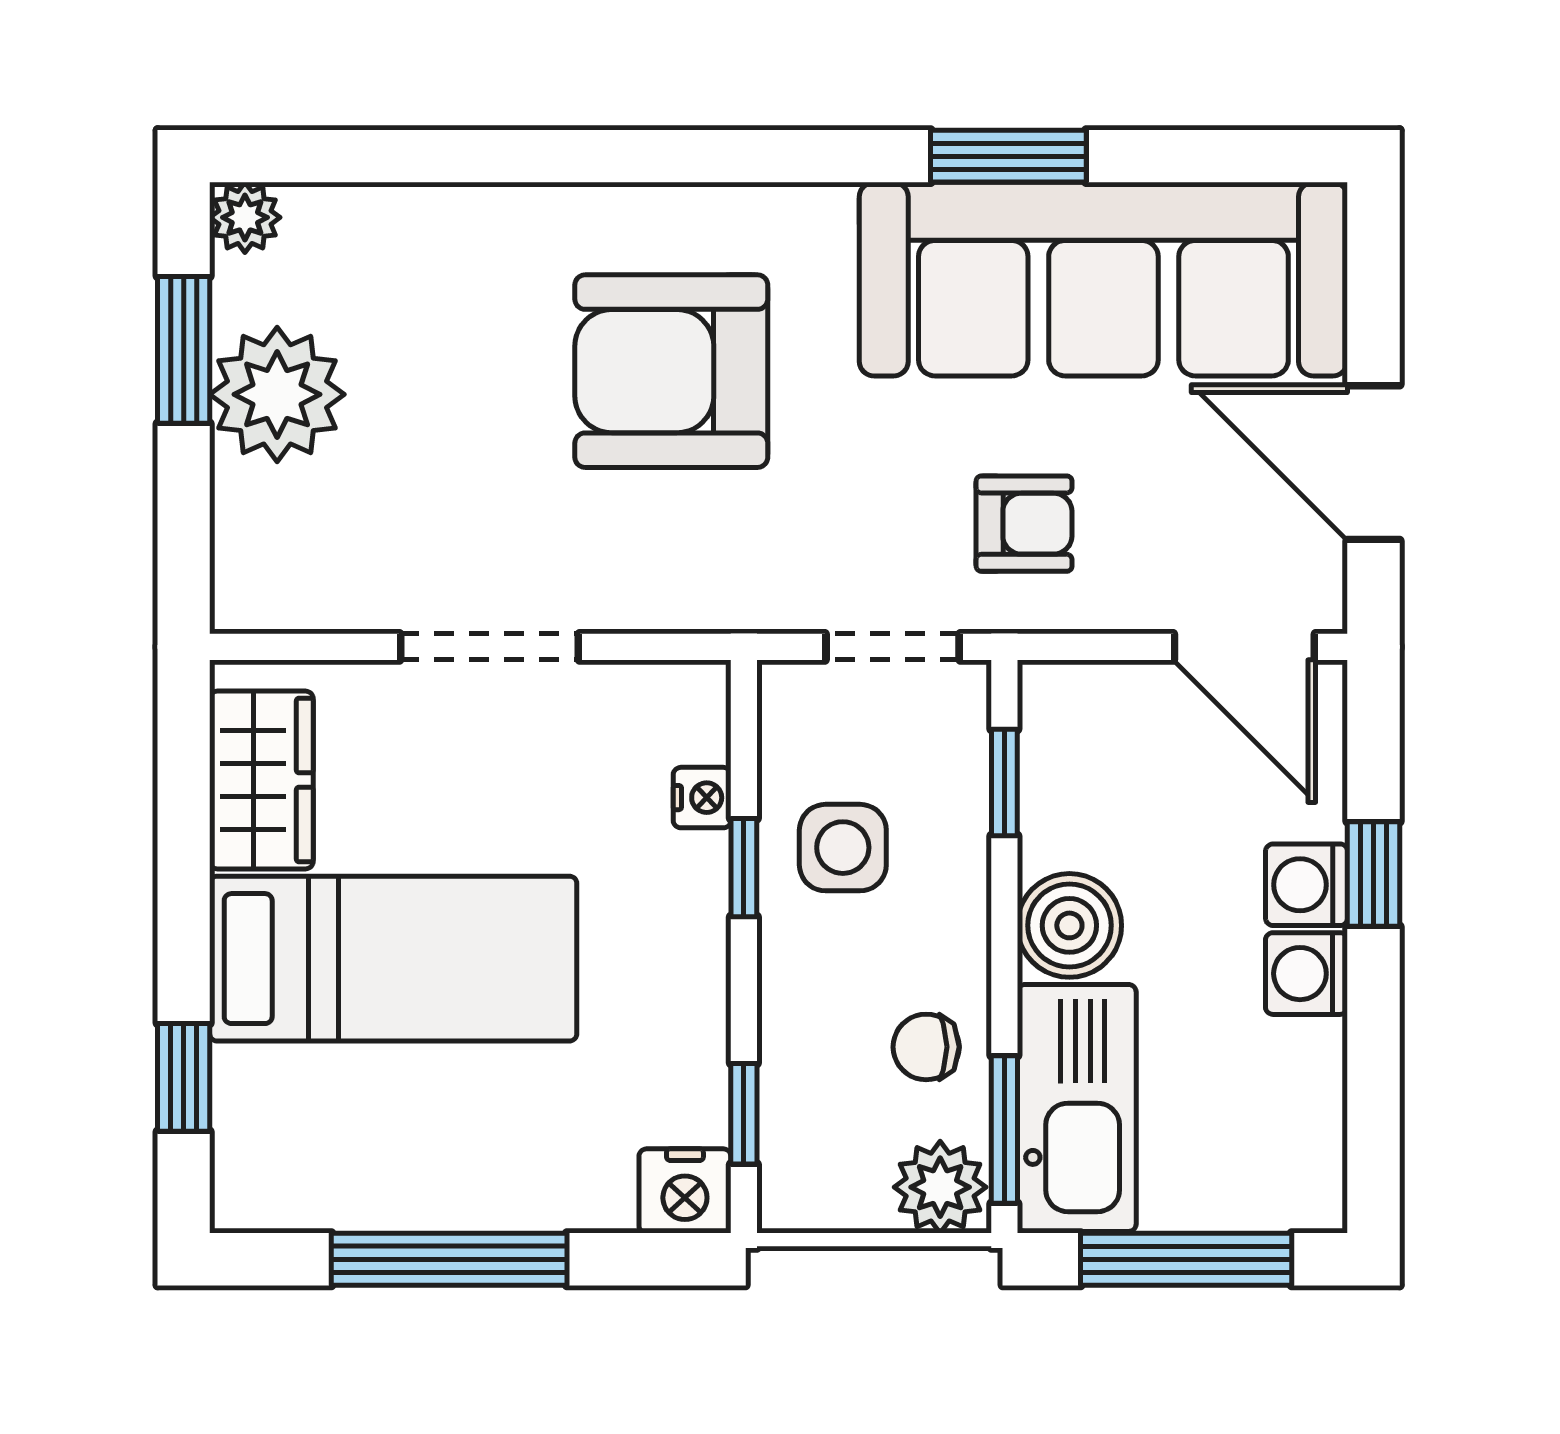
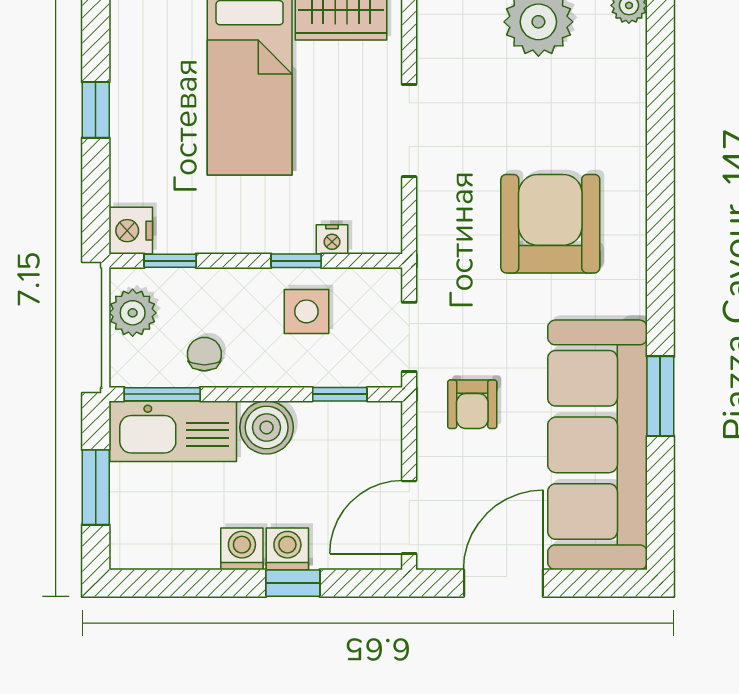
plant: (940, 1187) -> (133, 313), moved
window: (449, 1259) -> (96, 110), width x0.46
window: (1186, 1259) -> (96, 487), width x0.69

